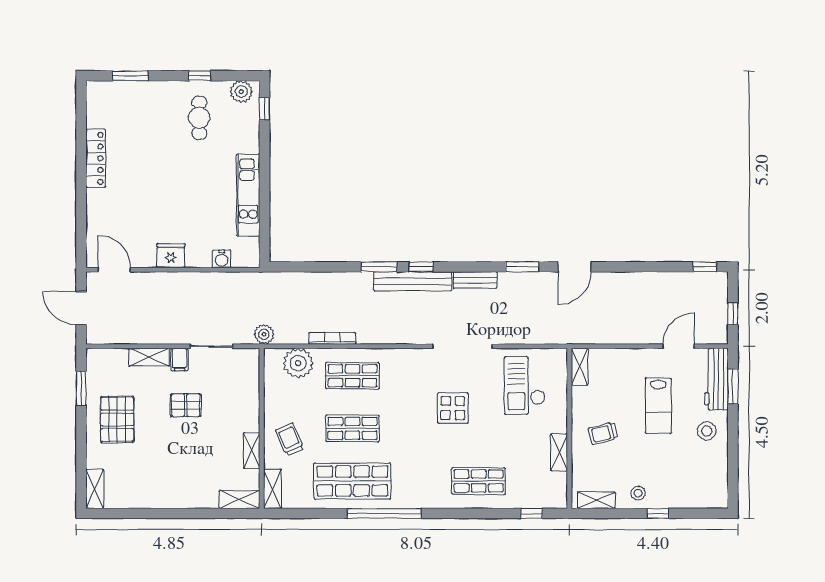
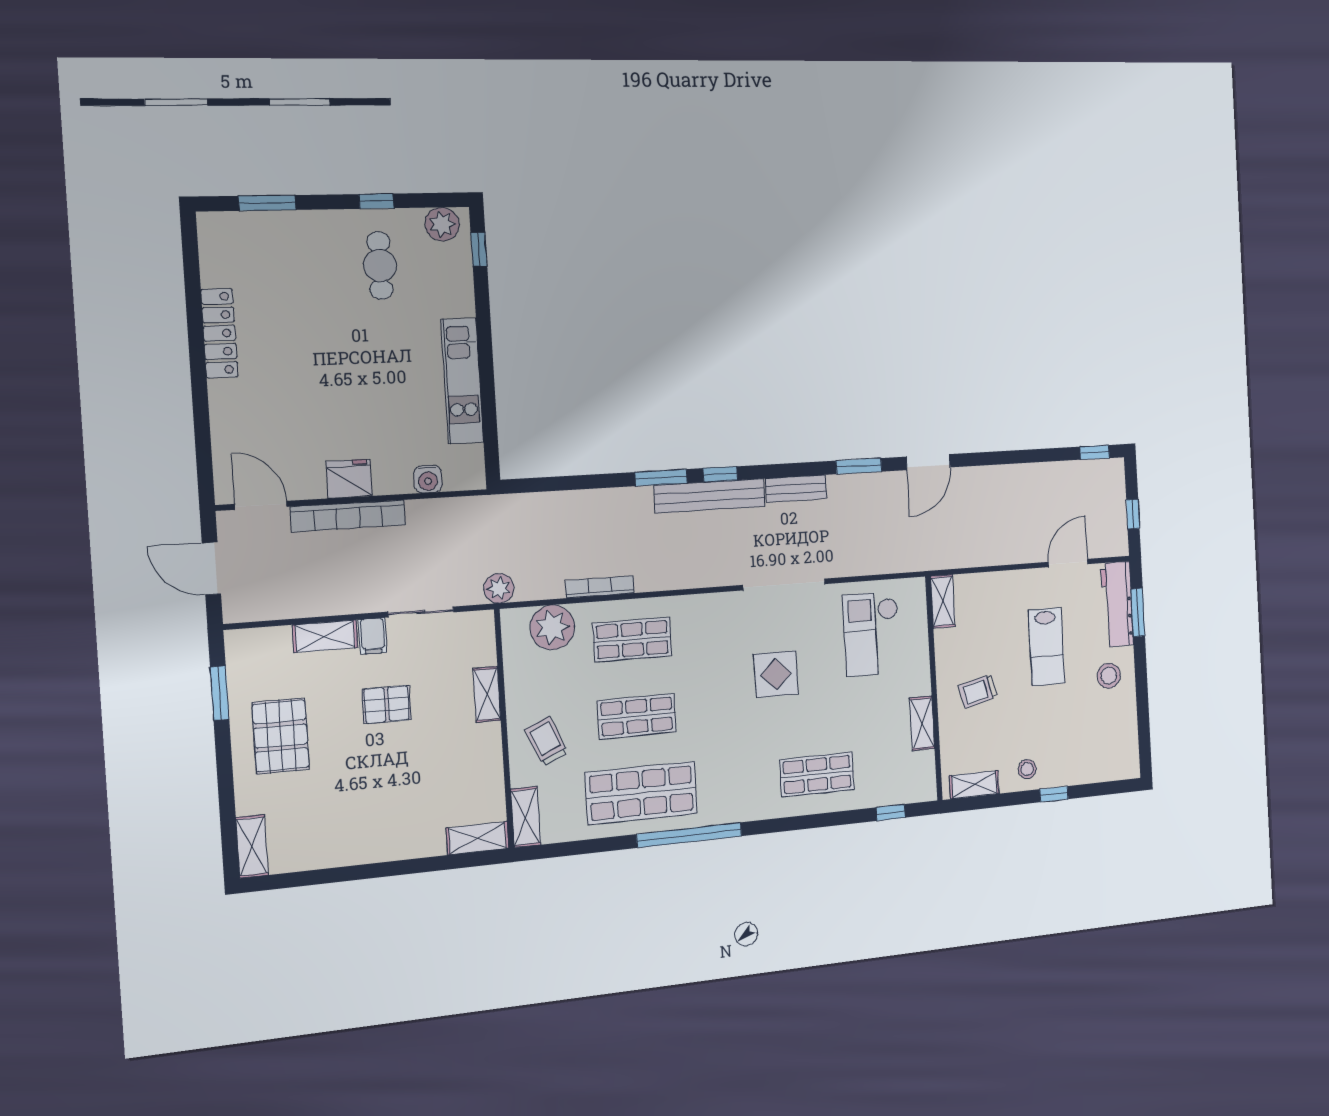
bookcase: (169, 280) -> (348, 516), added
shelving: (252, 451) -> (487, 694), moved

